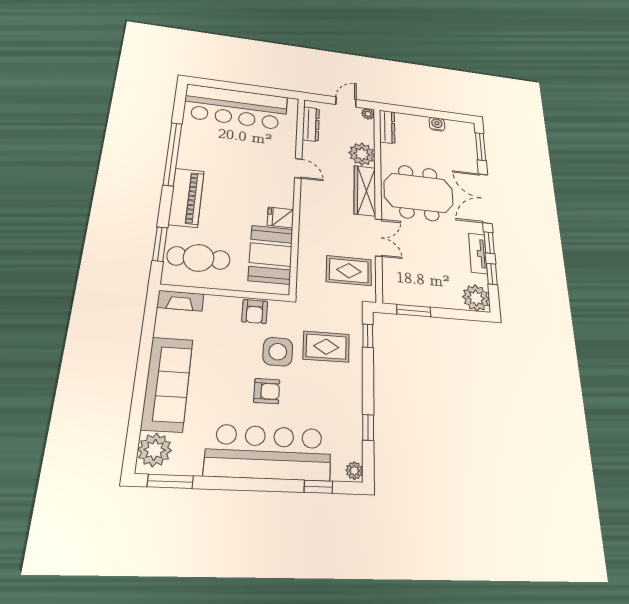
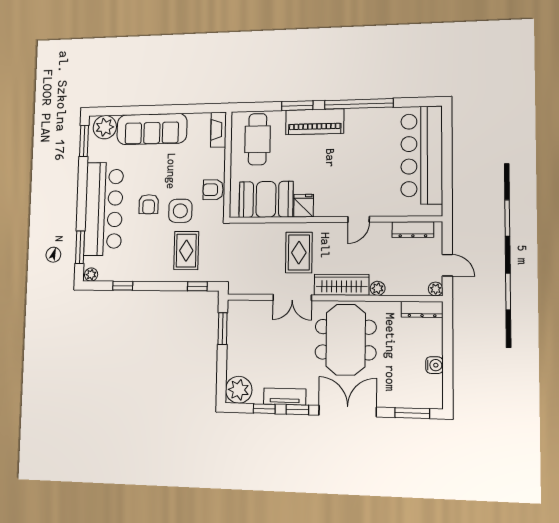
plant: (362, 154) -> (378, 288), width x0.53, depth x0.53
window: (160, 244) -> (297, 106), moved
rug: (349, 271) -> (299, 253), moved
window: (318, 487) -> (80, 247), width x1.50

